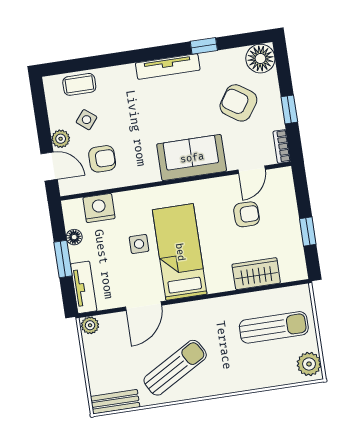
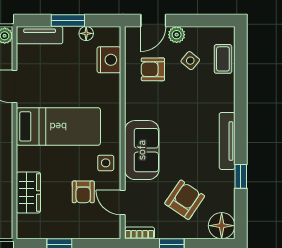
armchair: (102, 159) -> (153, 69), turned 90
side table: (139, 244) -> (106, 163), moved

